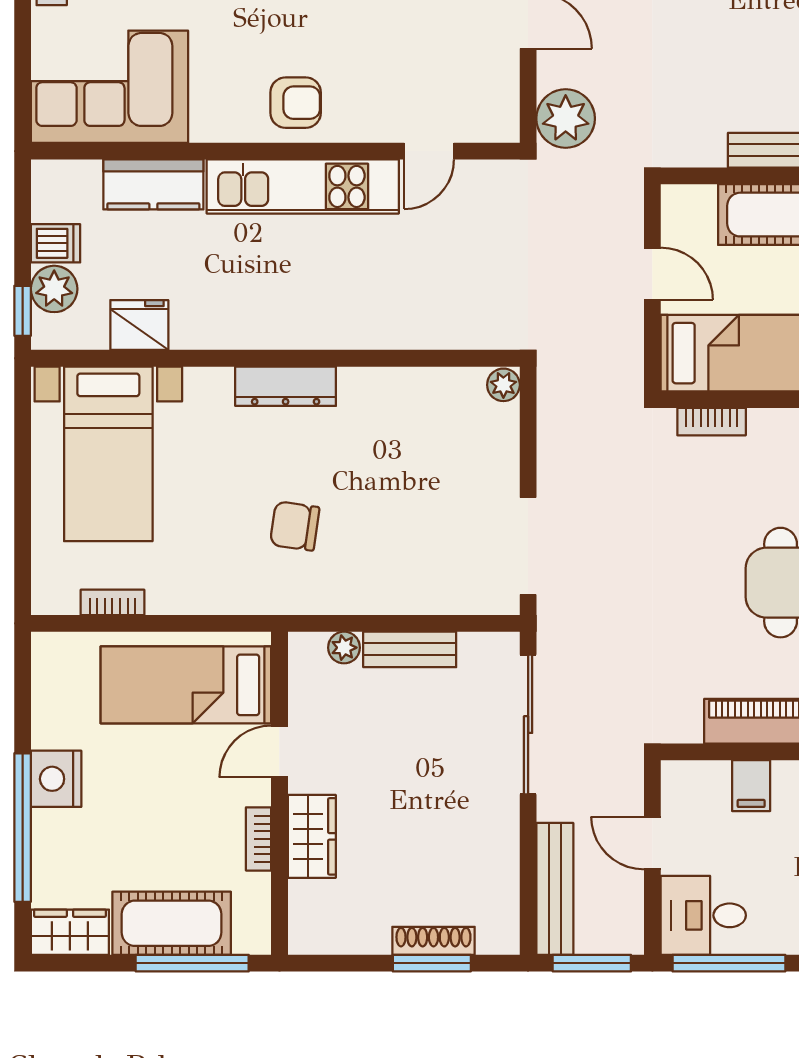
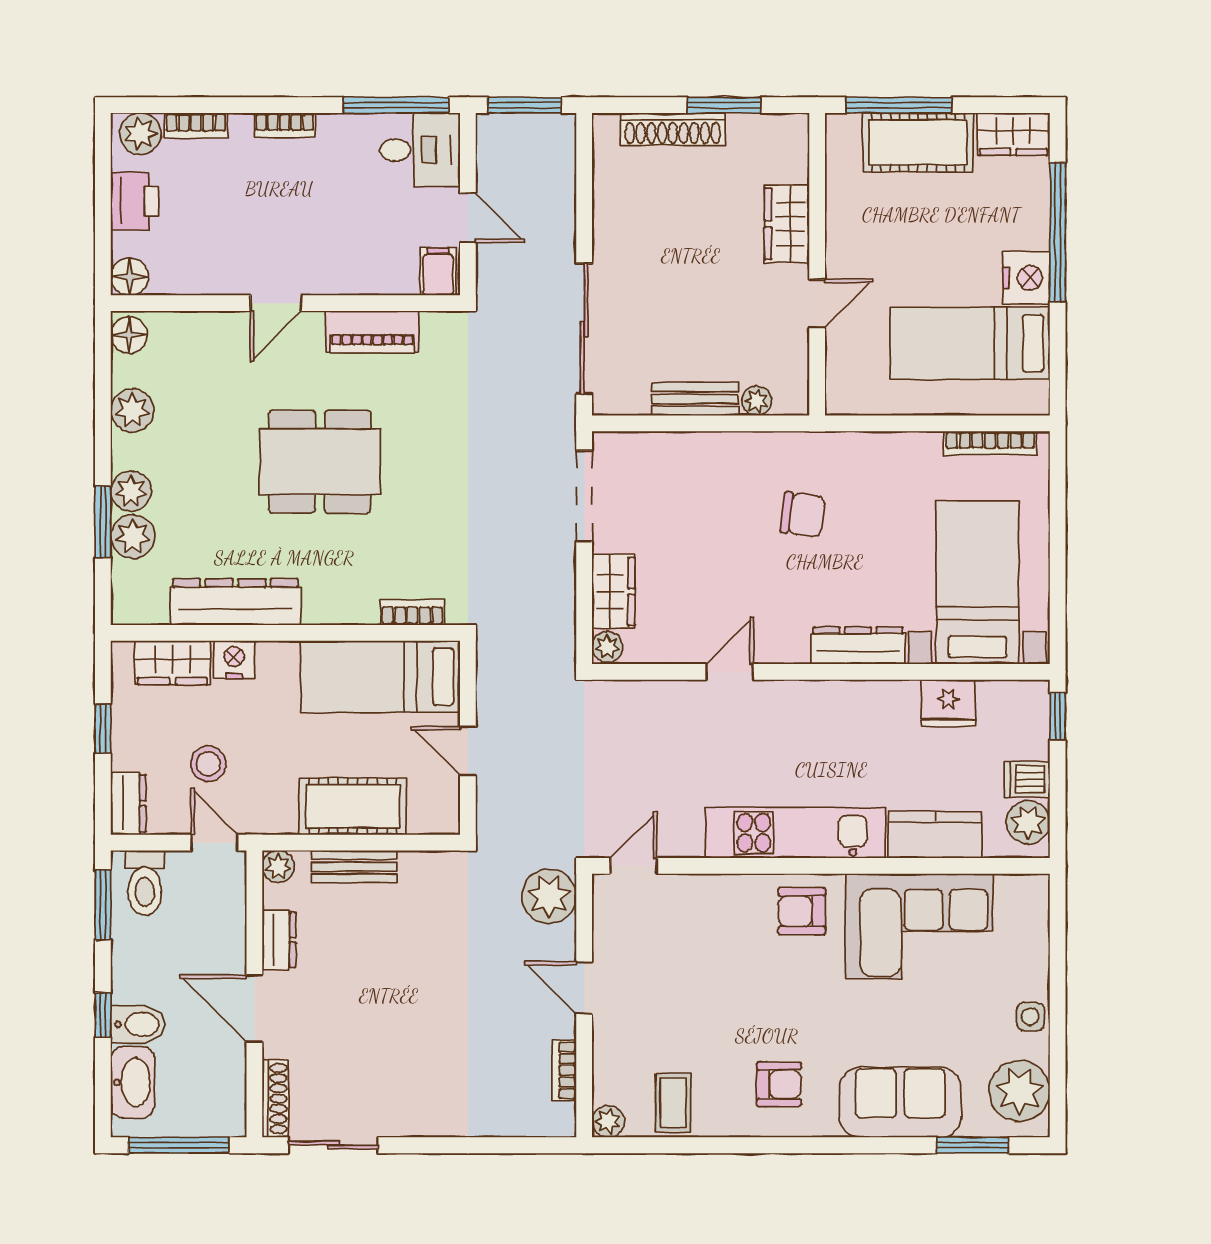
corner sofa: (110, 87) -> (919, 926), moved
door: (429, 151) -> (634, 866), moved
plant: (54, 289) -> (1028, 822), moved
door: (373, 358) -> (730, 672), added
dresser: (286, 386) -> (858, 646), moved
wardrobe: (497, 444) -> (613, 591), added
bookcase: (112, 602) -> (990, 443), width x1.56
bed: (186, 685) -> (970, 343), moved, turned 180
filing cabinet: (751, 786) -> (438, 272), moved
bookcase: (259, 839) -> (837, 221), removed
bench: (555, 889) -> (559, 175), removed
shoe rack: (433, 941) -> (673, 129), width x1.36, depth x1.24
window: (432, 963) -> (724, 105), moved

